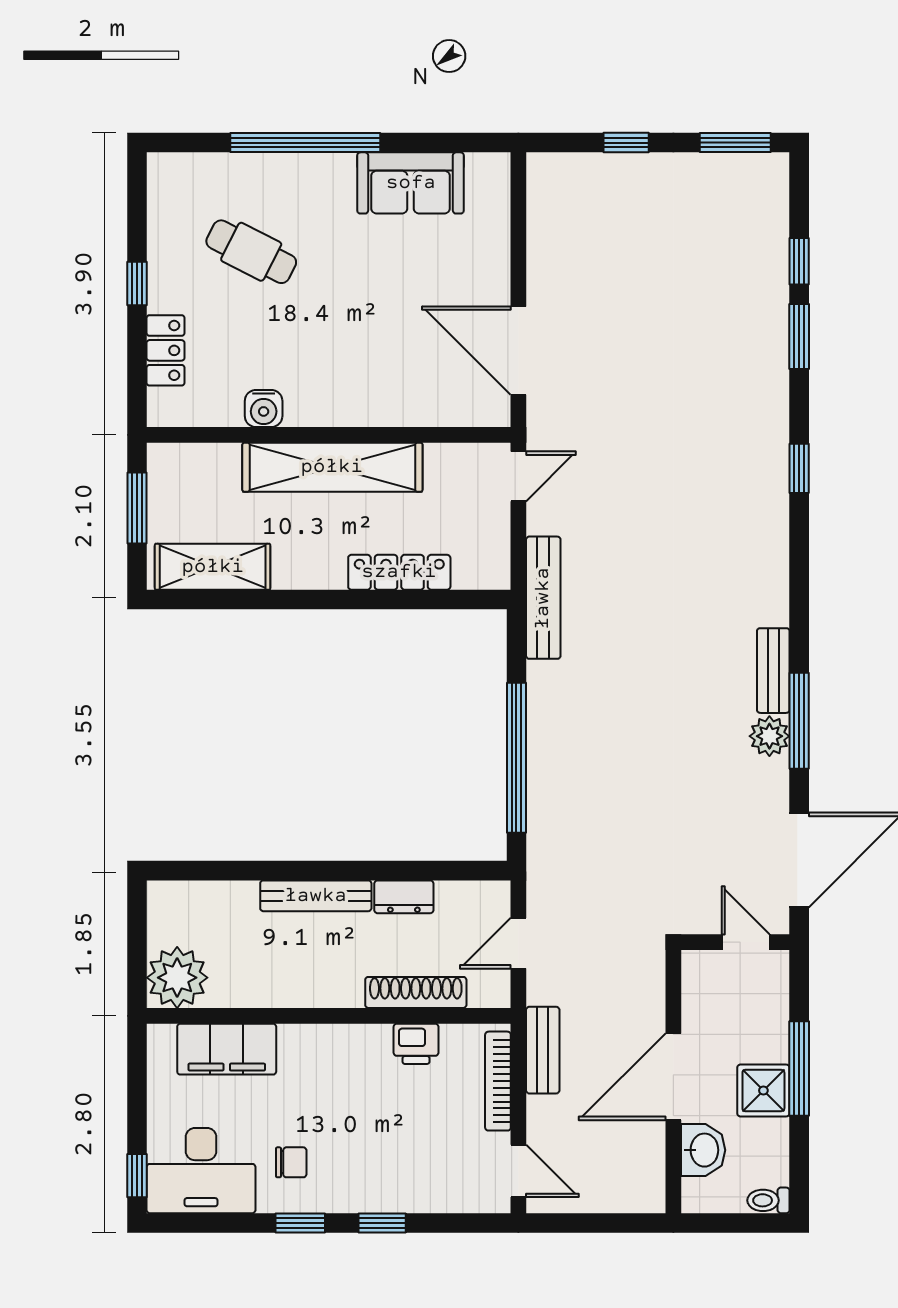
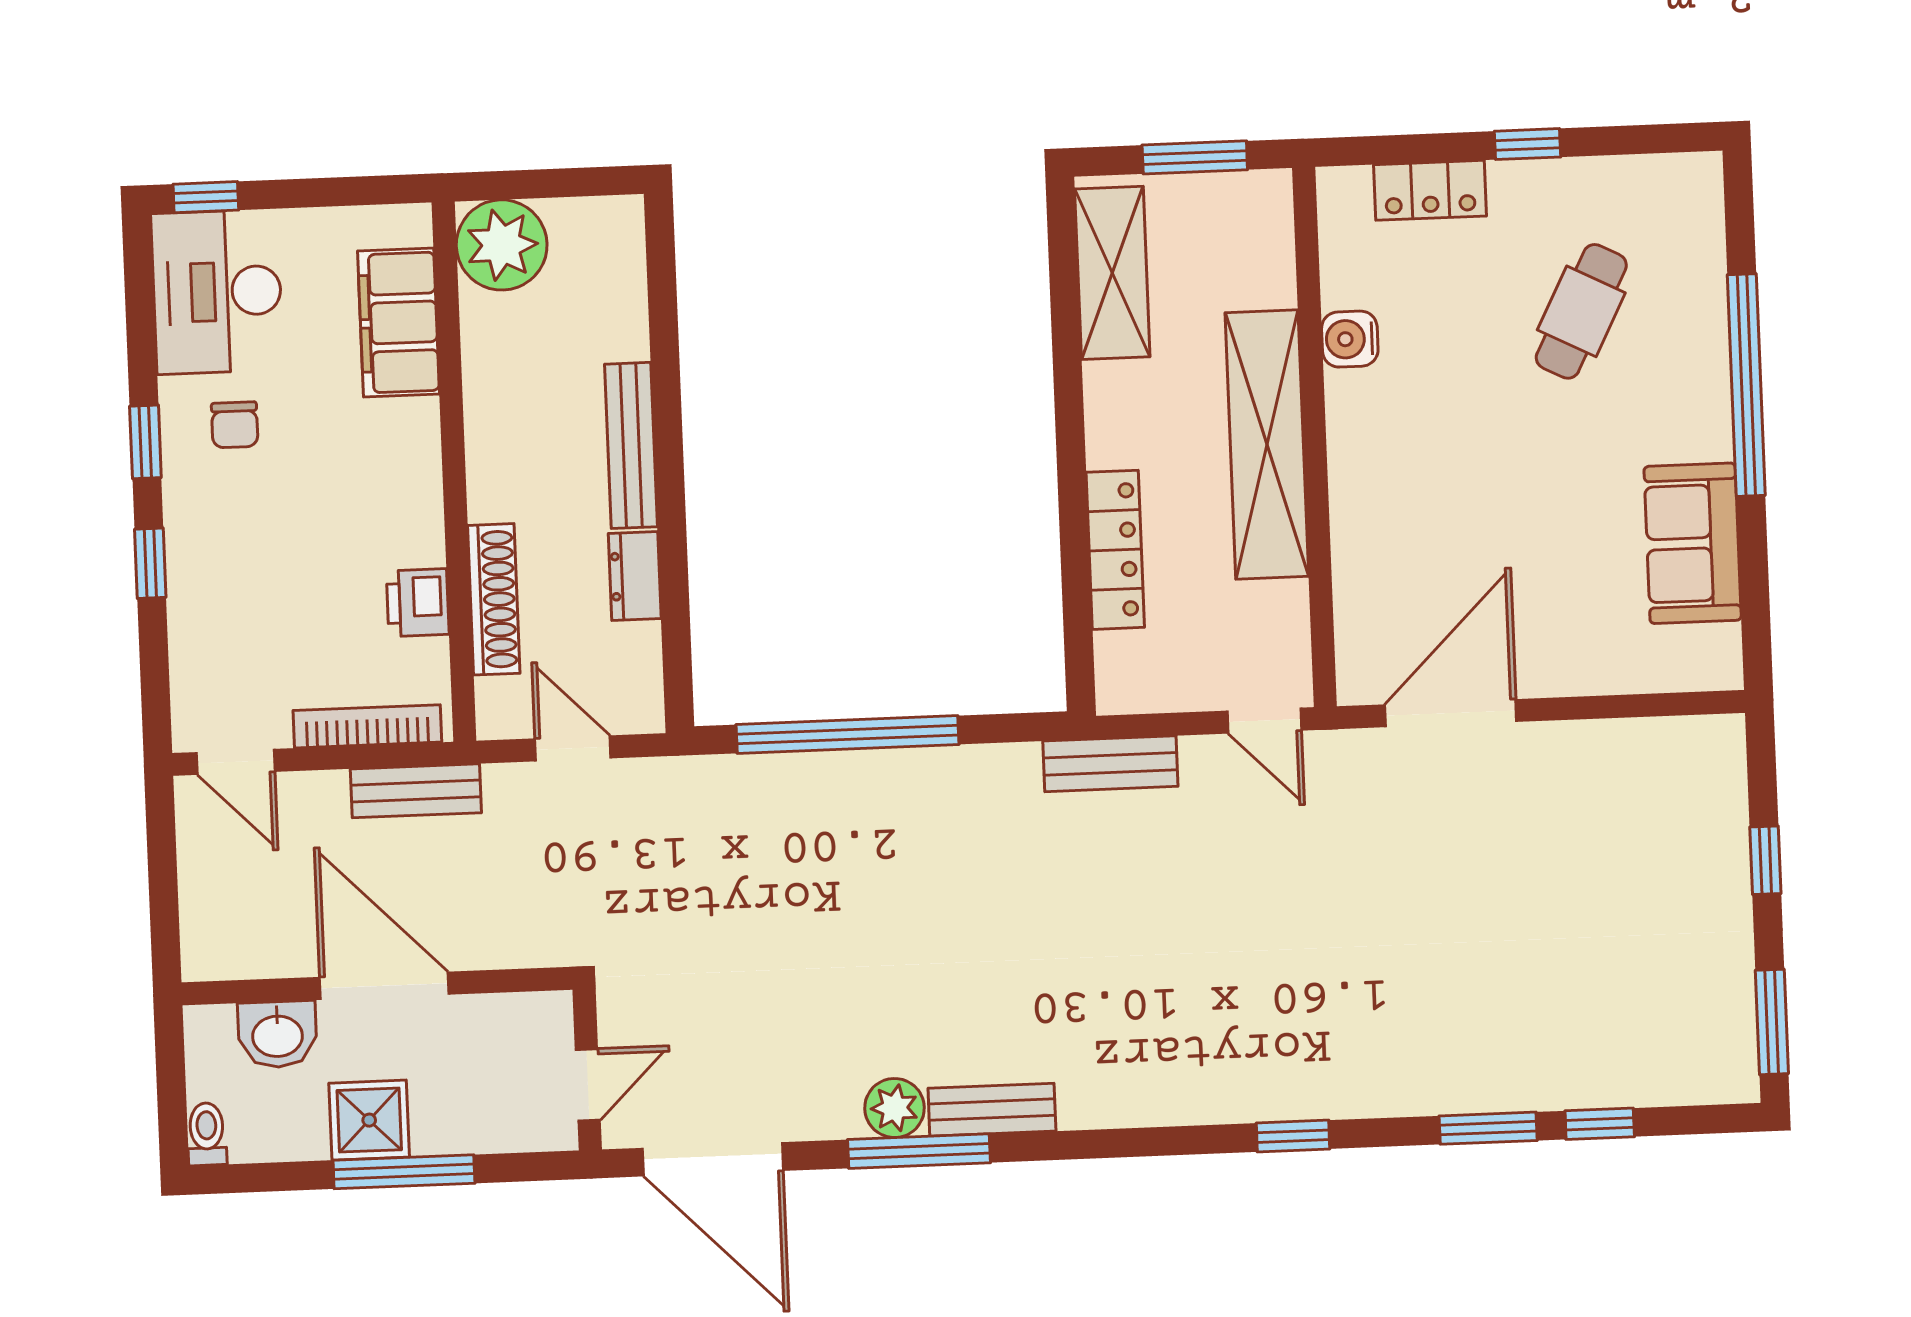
bench: (543, 598) -> (1110, 764), width x0.73
door: (518, 1171) -> (236, 762), hinge flipped

